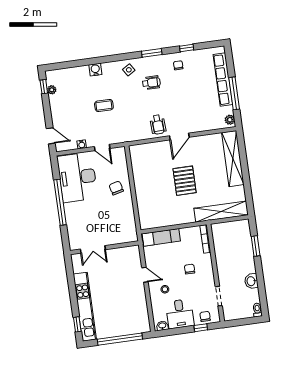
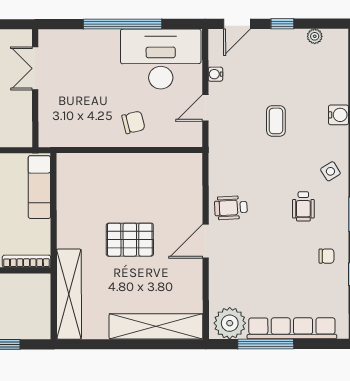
window: (44, 87) -> (282, 24), moved
plant: (230, 120) -> (230, 323), width x1.88, depth x1.88
door: (179, 137) -> (206, 241), hinge flipped

